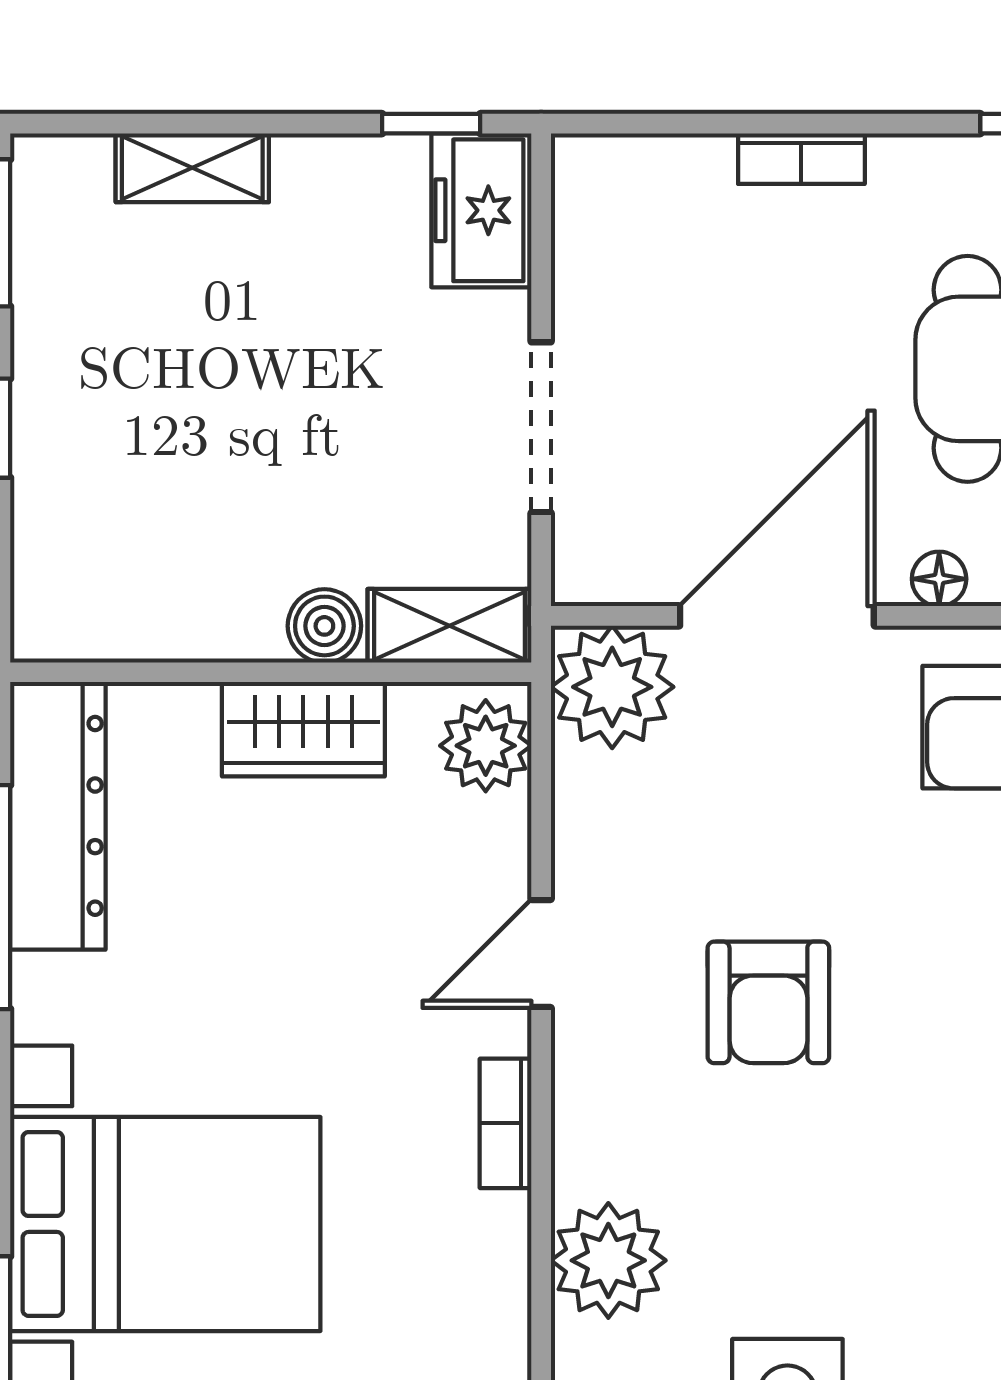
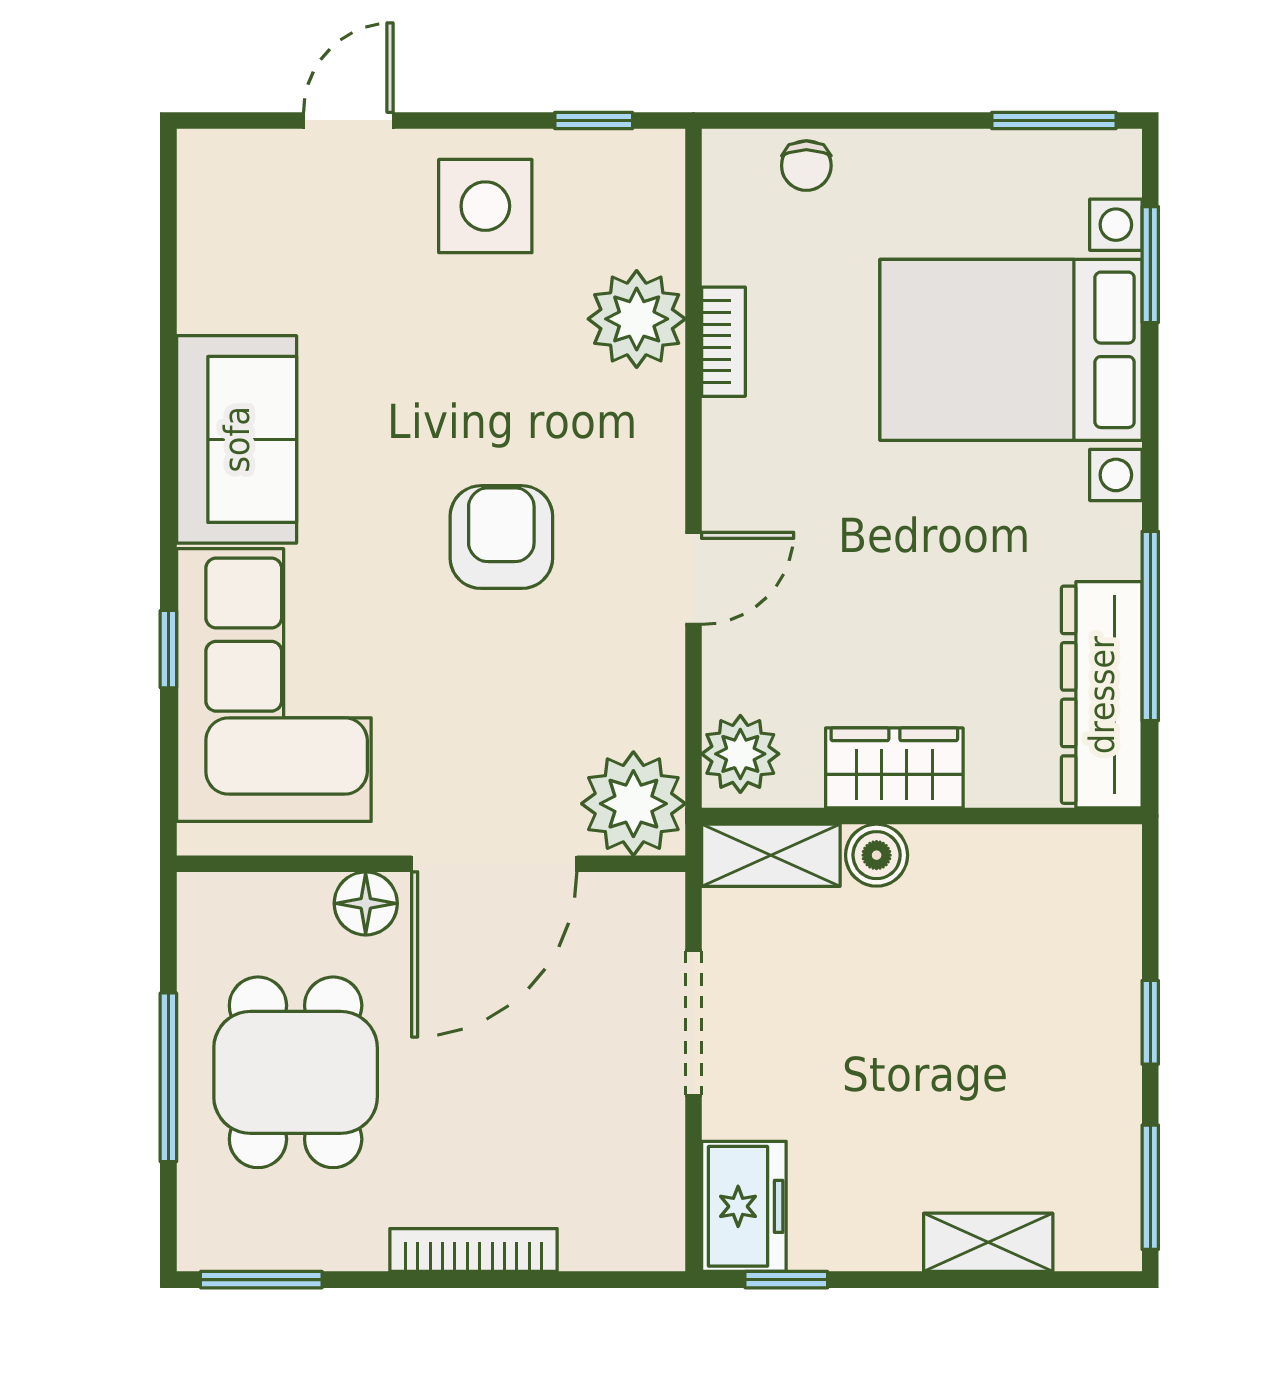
bookcase: (801, 159) -> (473, 1250), width x1.56
floor lamp: (939, 579) -> (366, 903), width x1.37, depth x1.37
bookcase: (506, 1123) -> (723, 342), moved

